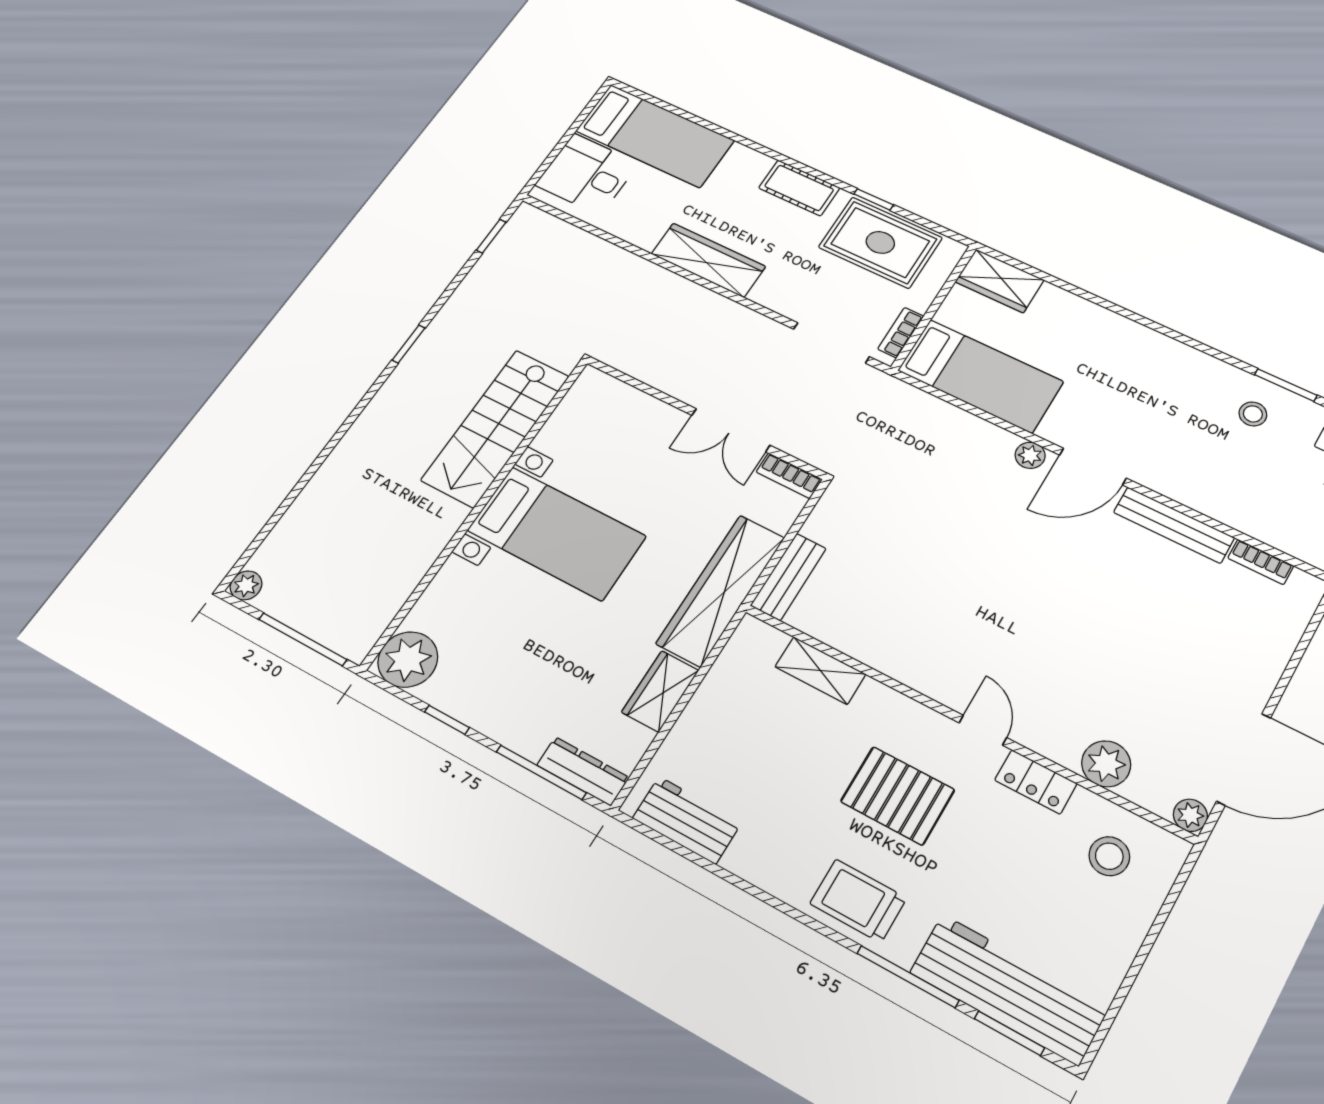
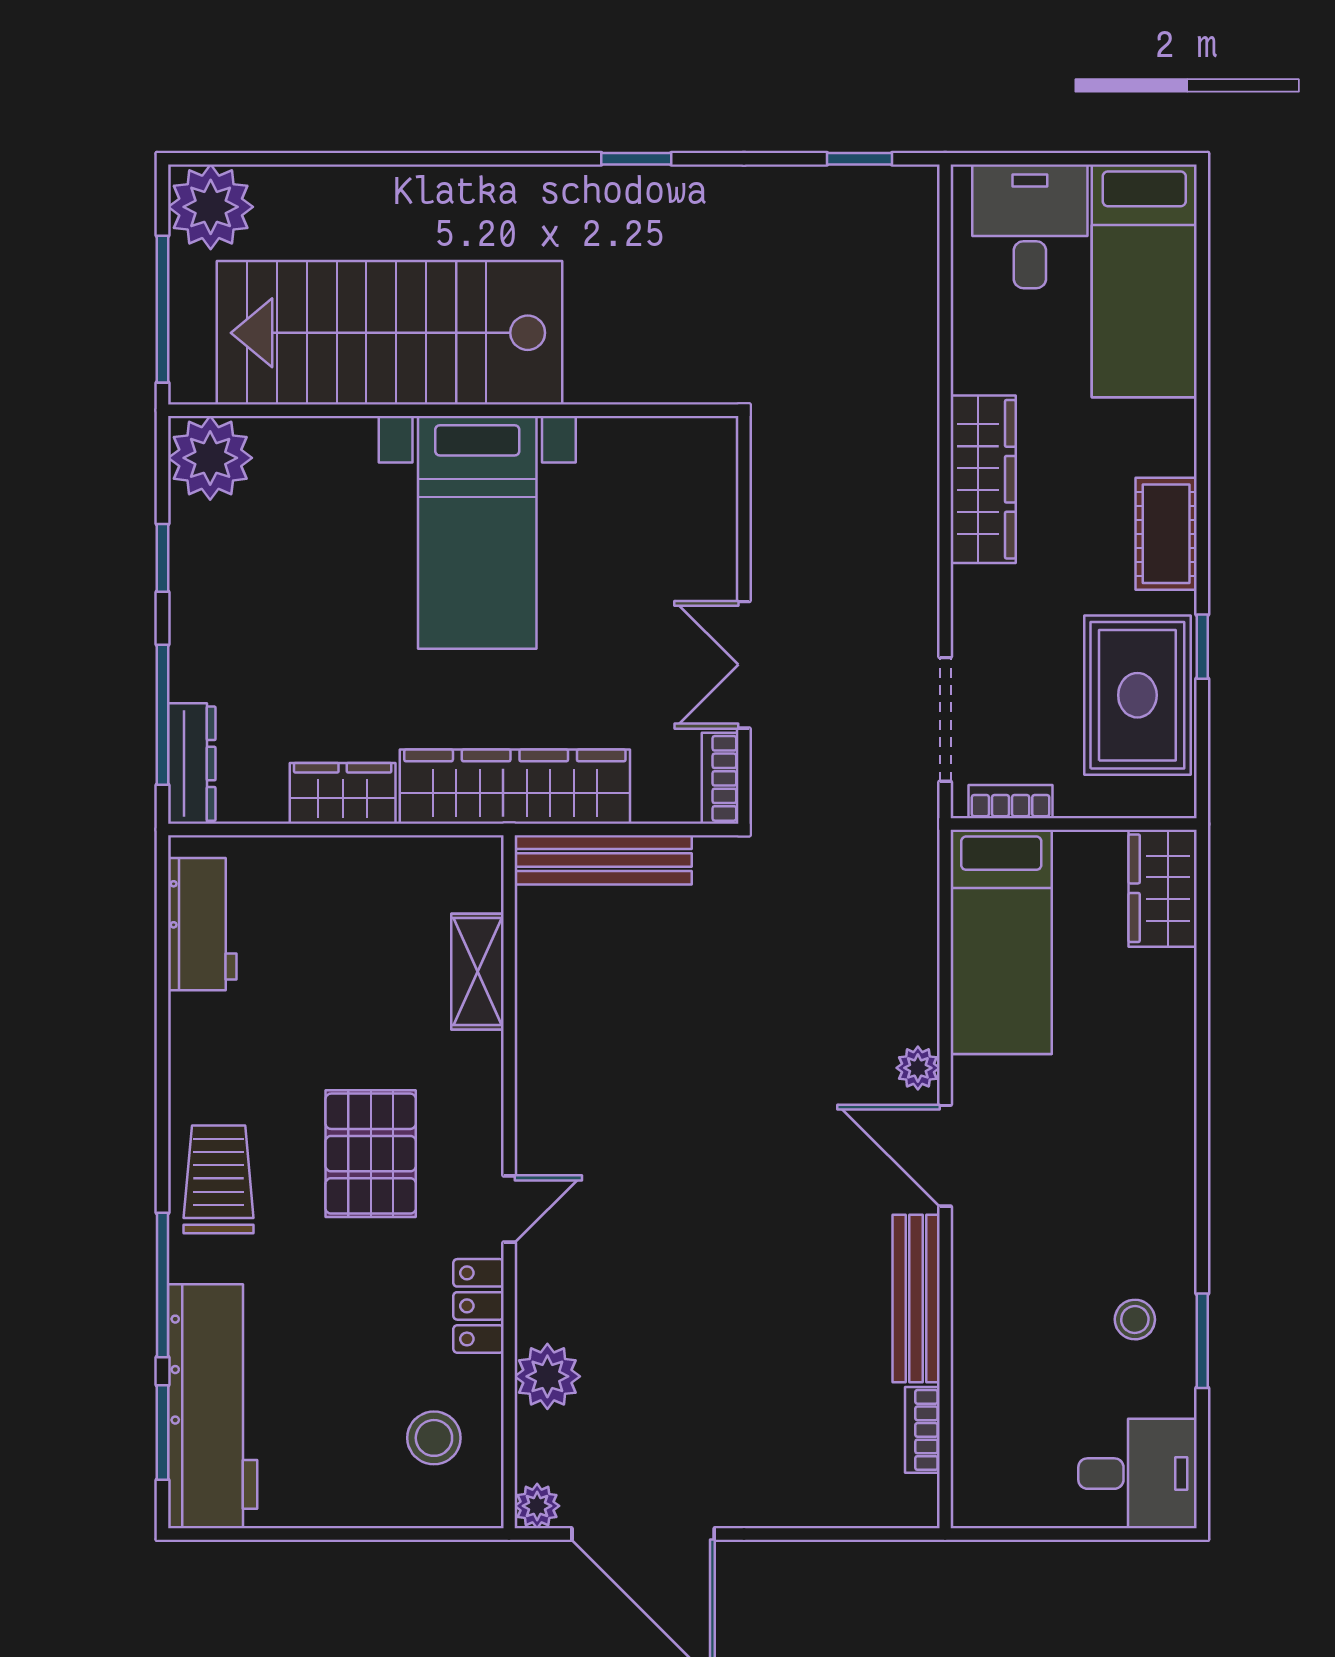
stairs: (495, 428) -> (389, 333), moved, width x1.36, depth x1.51
bench: (788, 577) -> (603, 860), width x1.36
plant: (246, 585) -> (211, 207), width x1.87, depth x1.87

